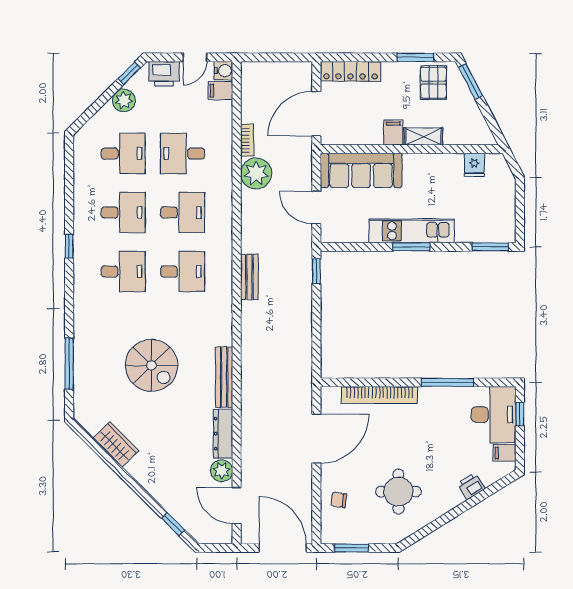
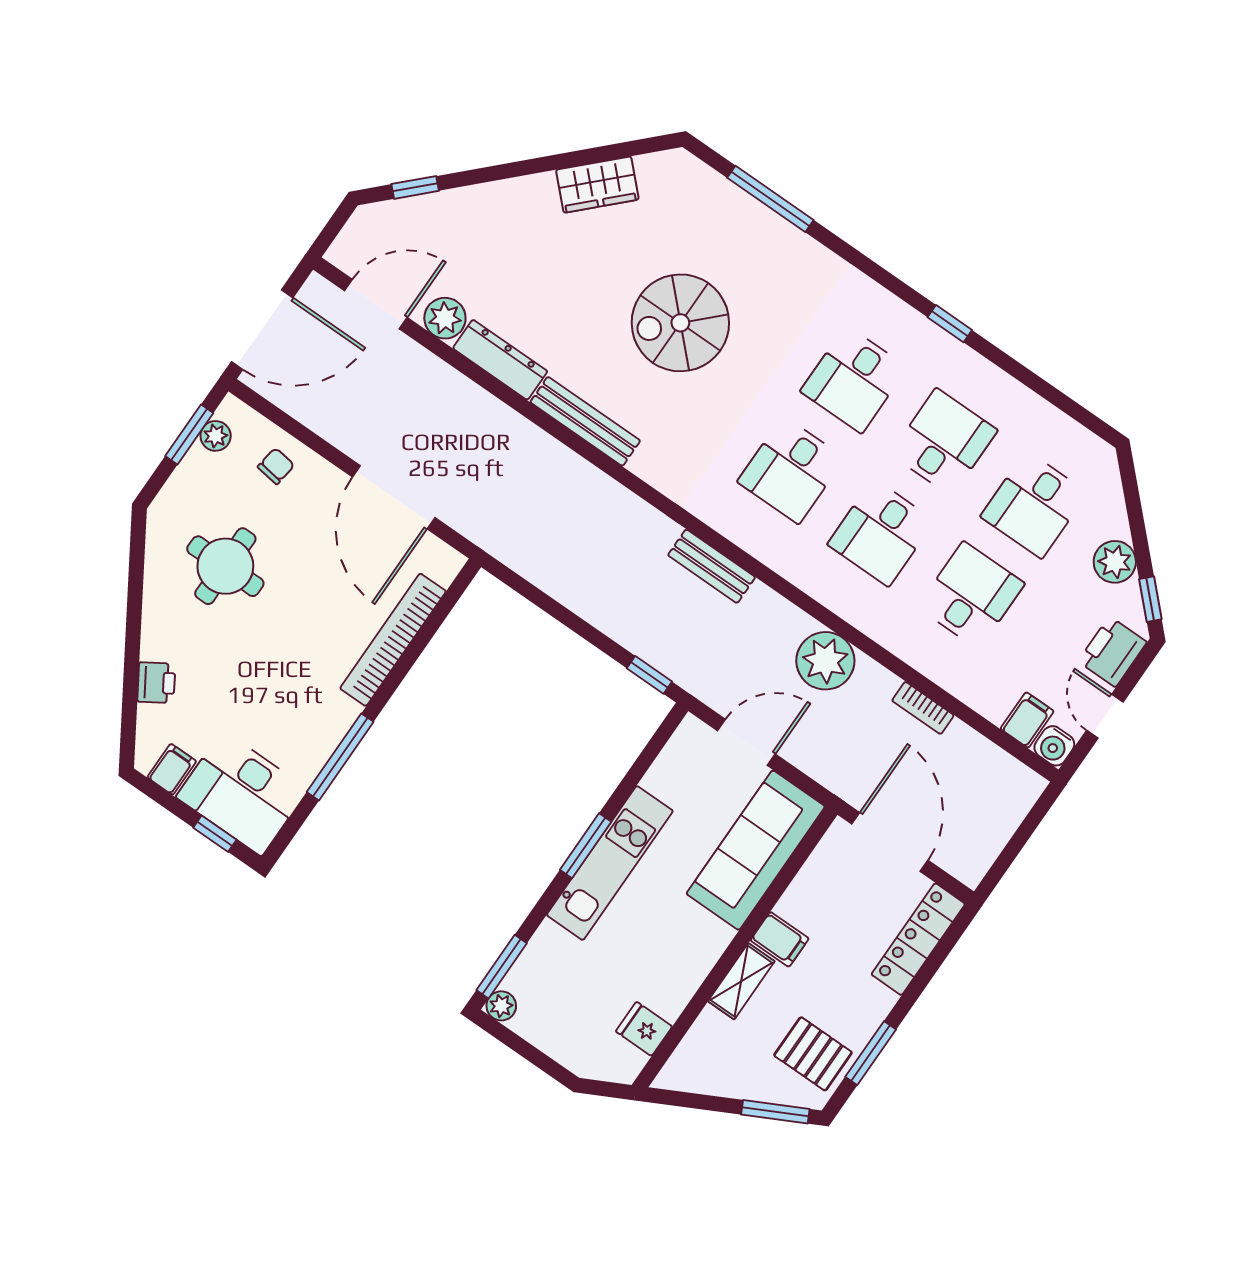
plant: (256, 173) -> (825, 661), moved
desk: (123, 213) -> (944, 442), turned 180
plant: (508, 235) -> (501, 1006), added
plant: (344, 536) -> (216, 436), added

